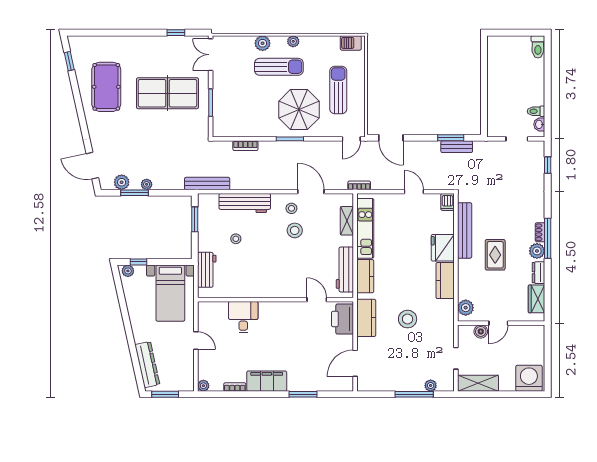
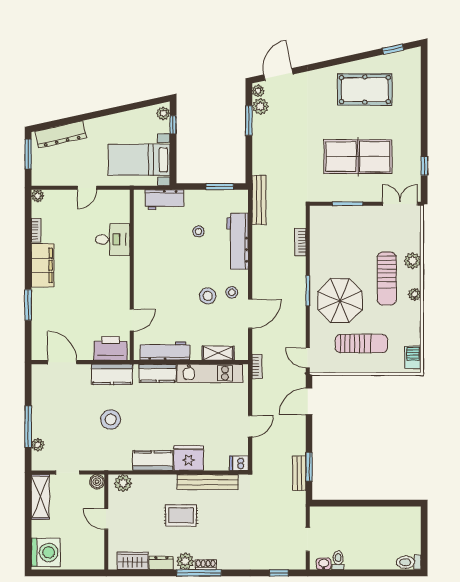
table tennis table: (168, 93) -> (358, 157), turned 90
plant: (147, 184) -> (258, 91), moved
boiler: (481, 331) -> (97, 482), moved

